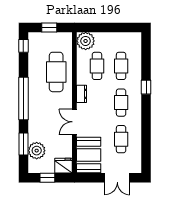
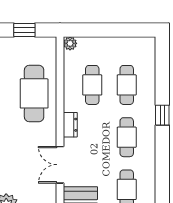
plant: (86, 41) -> (70, 43), width x0.53, depth x0.53

